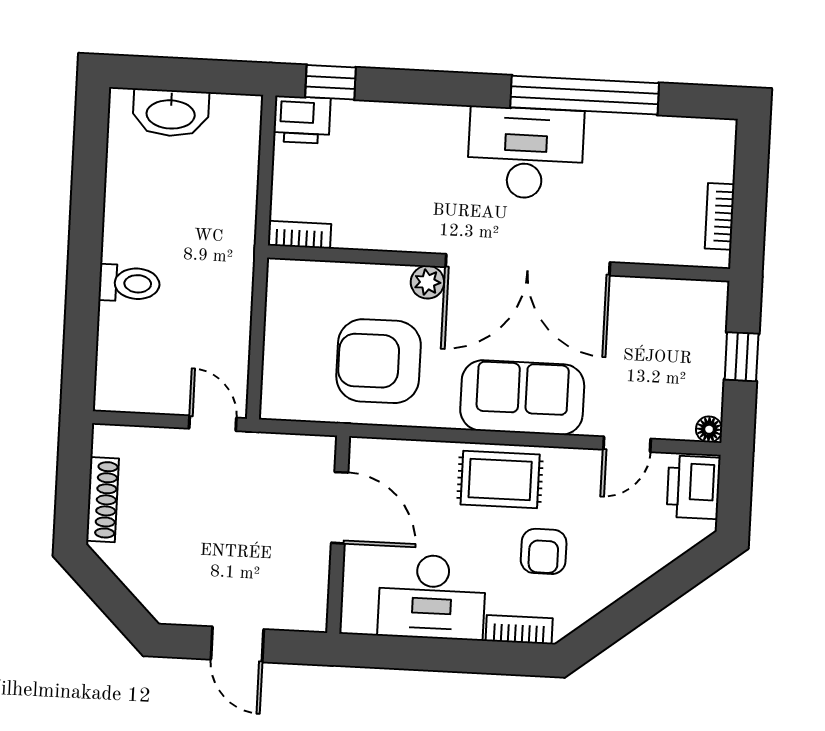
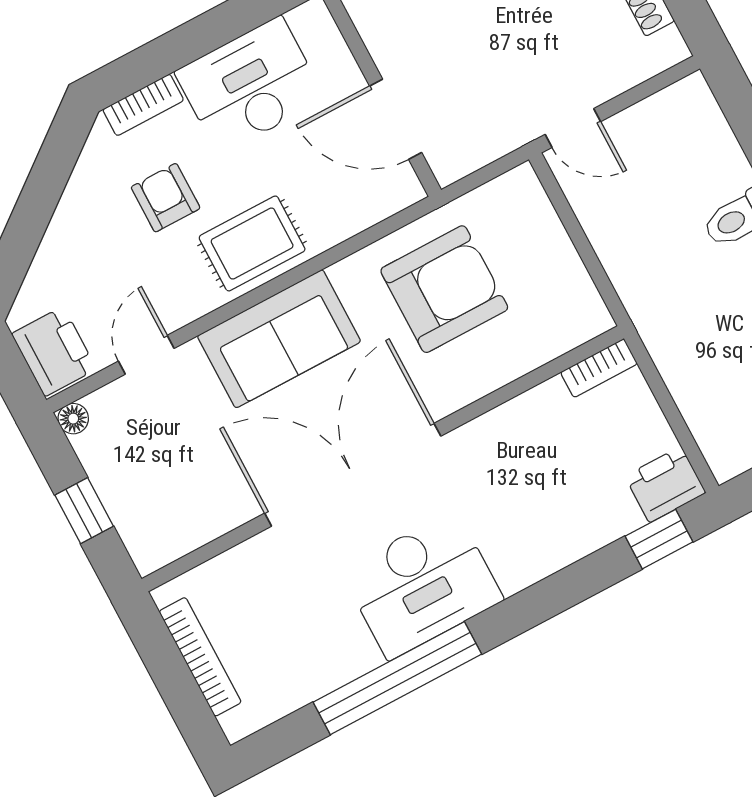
bookcase: (720, 216) -> (200, 657), width x1.56
plant: (427, 282) -> (443, 397), removed

